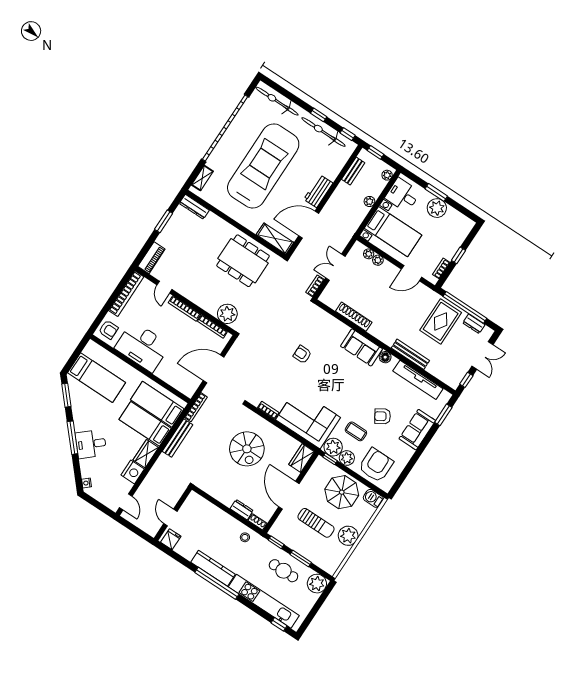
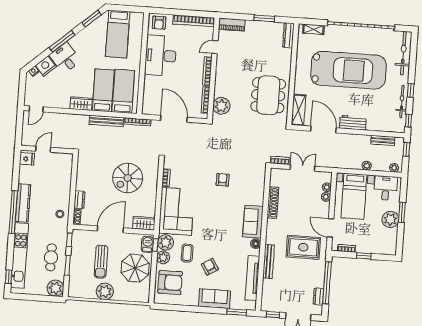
bicycle: (323, 132) -> (402, 102), width x0.73, depth x0.71
rug: (441, 321) -> (303, 247), moved
nightstand: (133, 472) -> (46, 66), moved, turned 138
barbecue: (373, 498) -> (147, 244), moved

